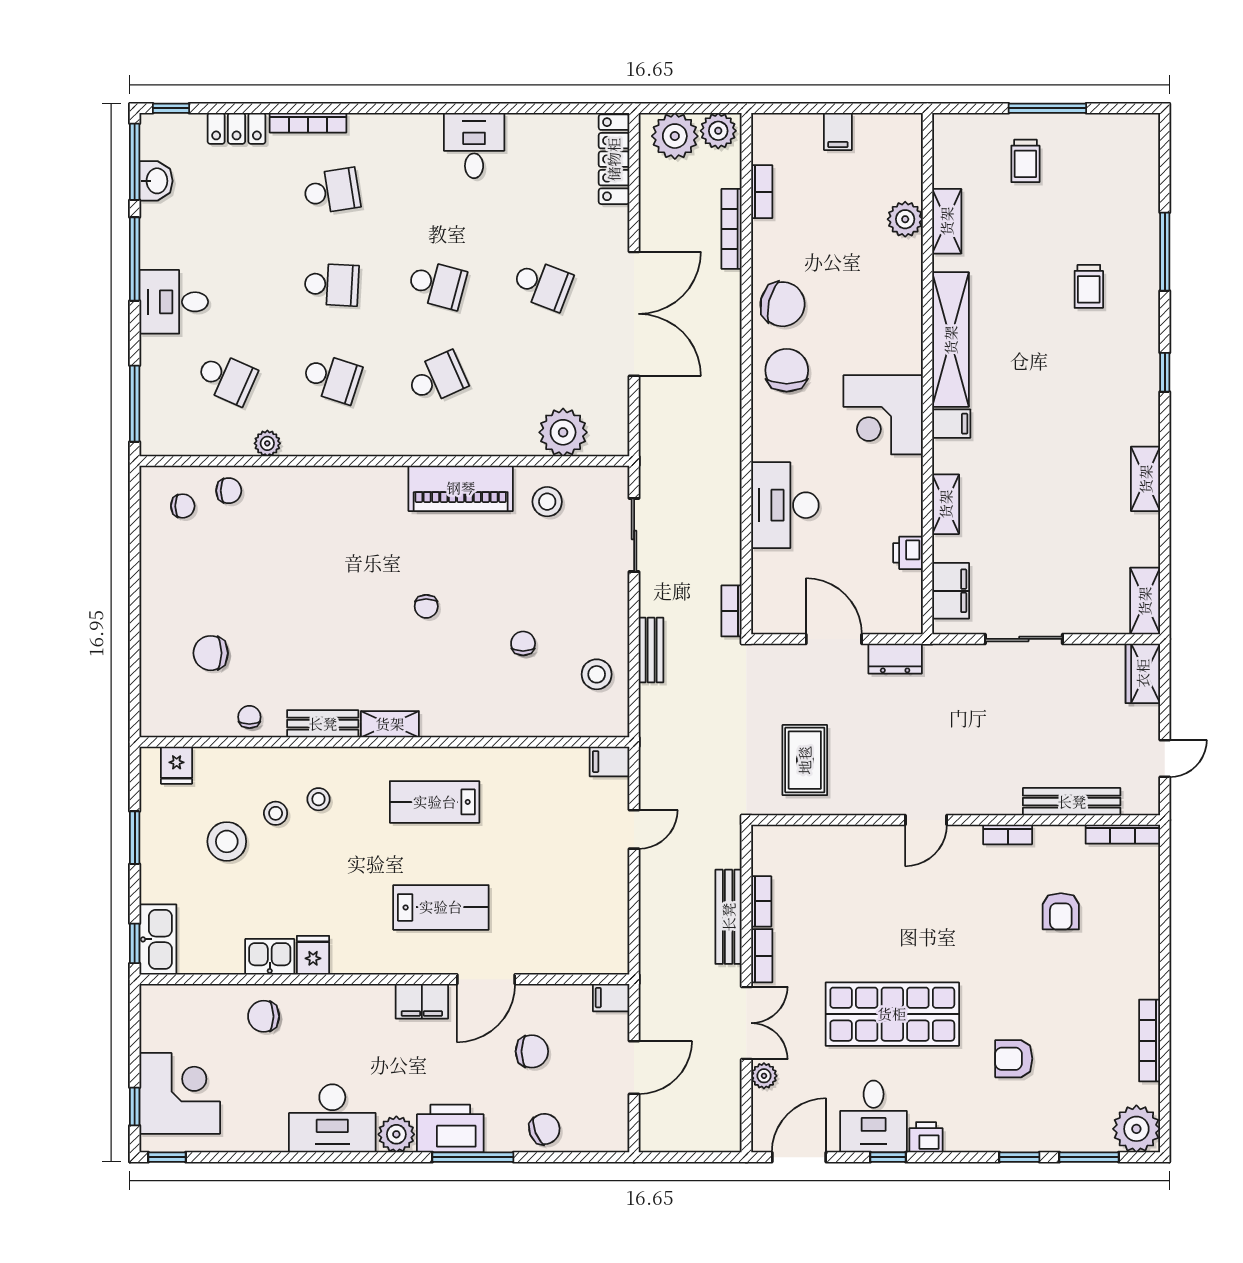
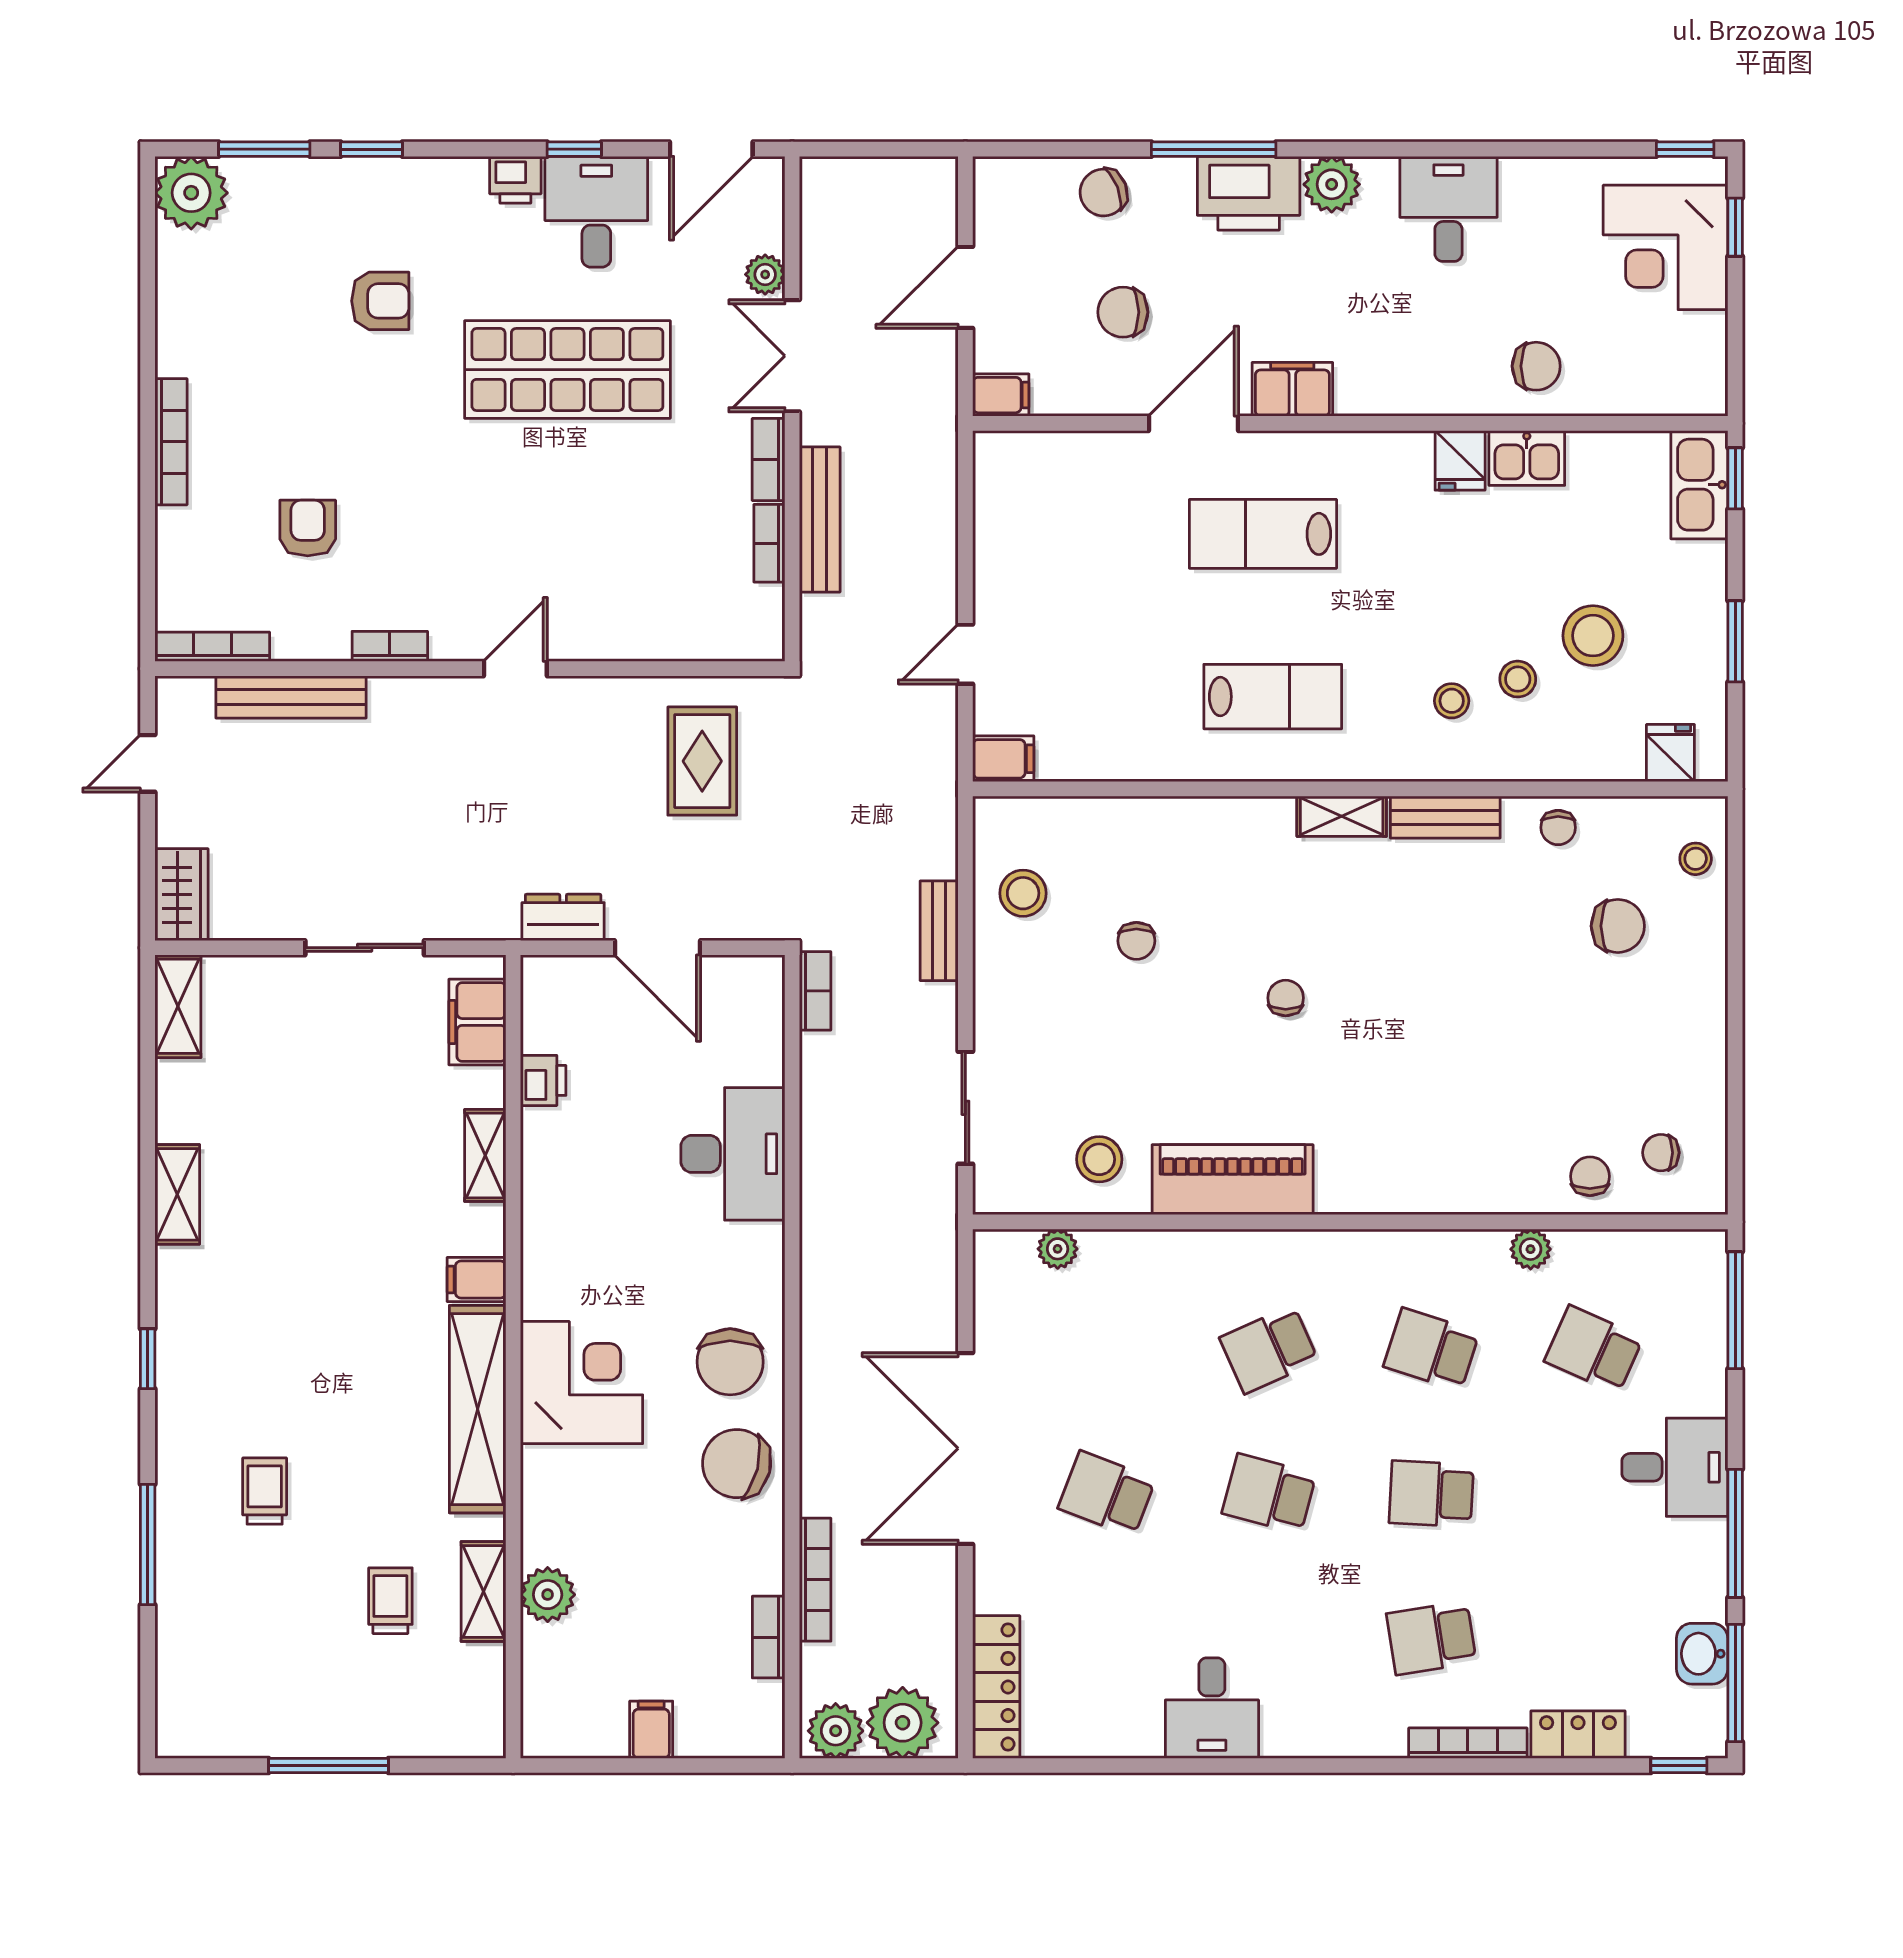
trolley: (1025, 161) -> (390, 1601), moved
corner desk: (883, 415) -> (582, 1383), moved
plant: (563, 432) -> (1058, 1249), width x0.53, depth x0.53
chair: (229, 491) -> (1590, 1176), turned 90
stool: (160, 697) -> (1696, 859), added
bookcase: (1150, 1041) -> (171, 442), moved
desk: (332, 1118) -> (1448, 209), width x0.73

